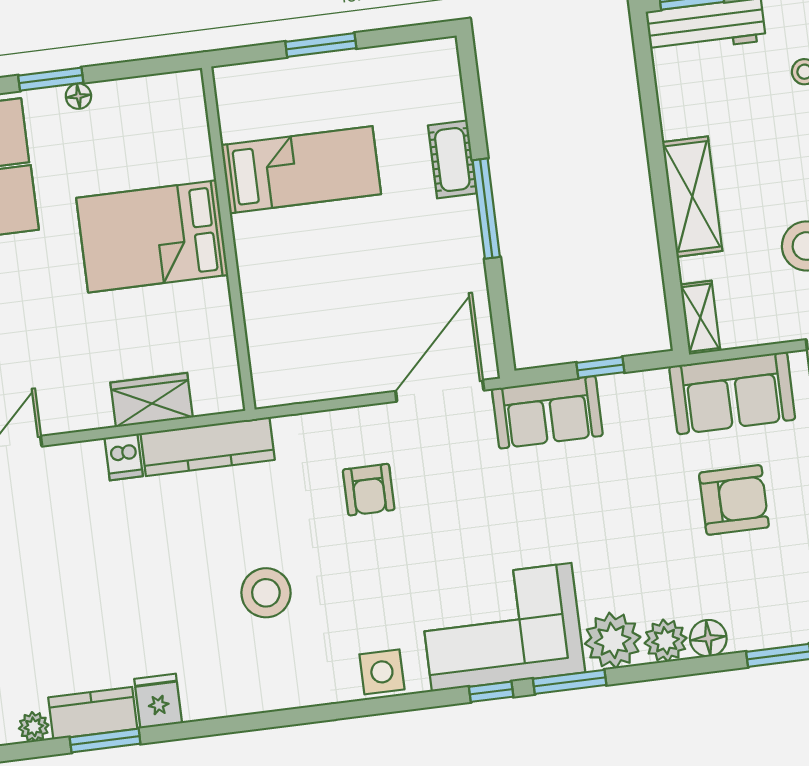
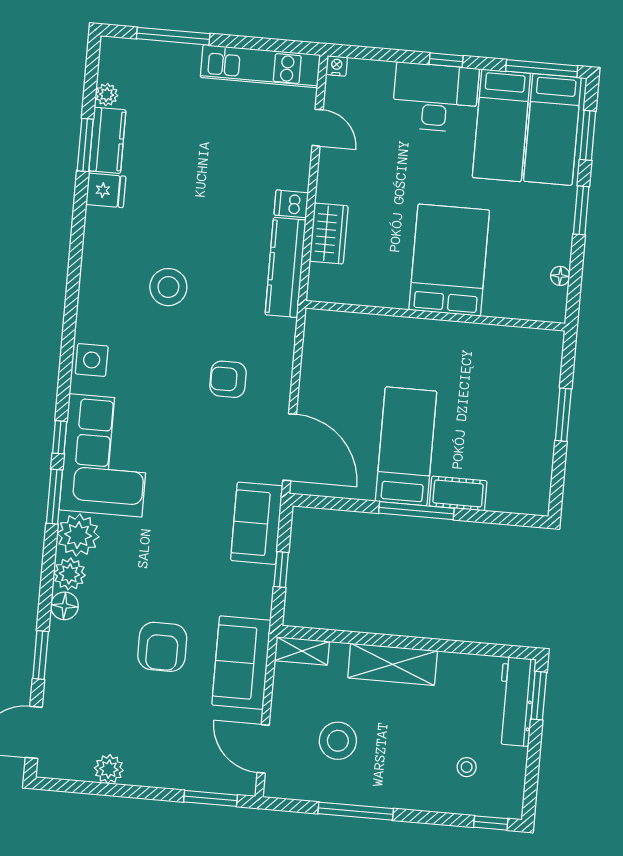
floor lamp: (78, 96) -> (560, 276), moved
bed: (301, 170) -> (406, 446), moved, turned 180

